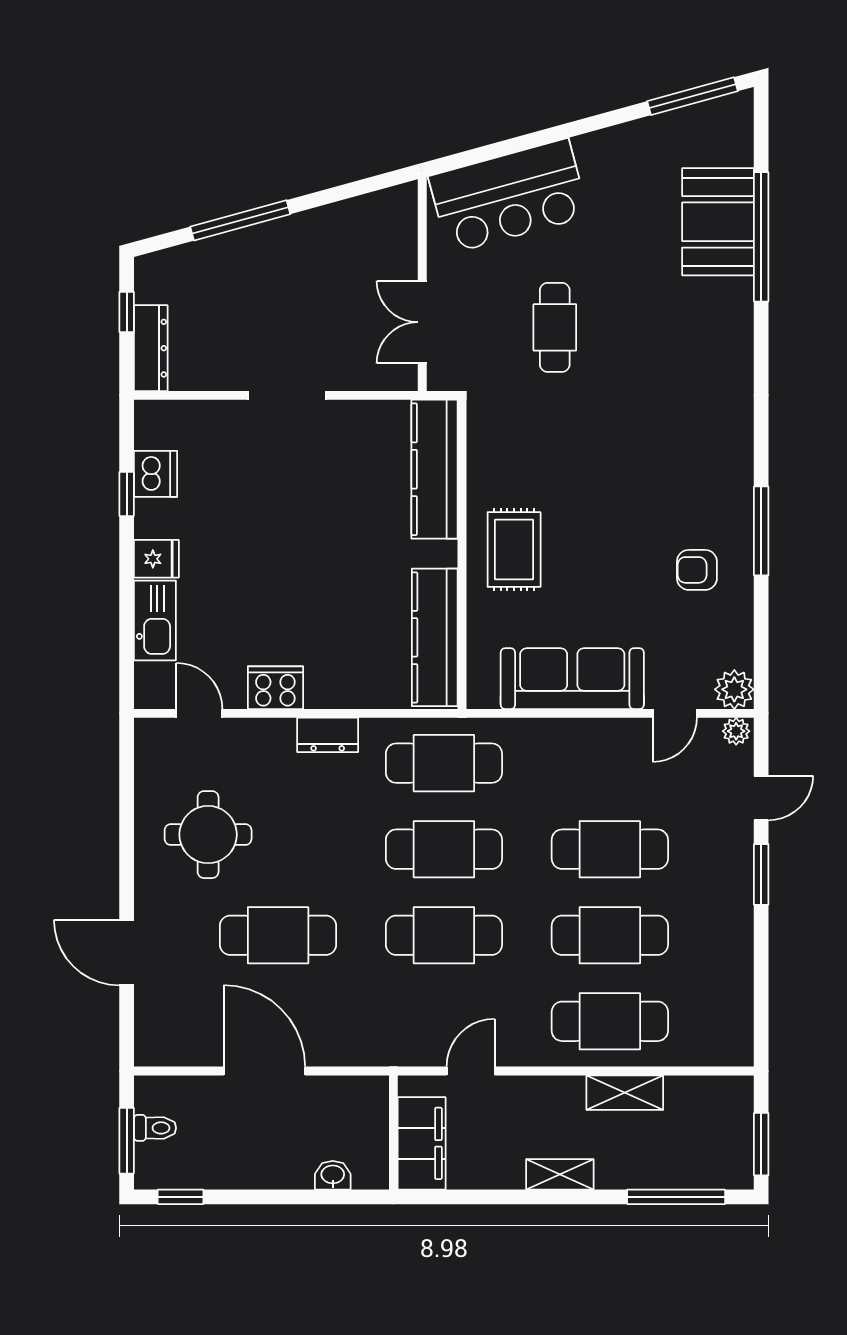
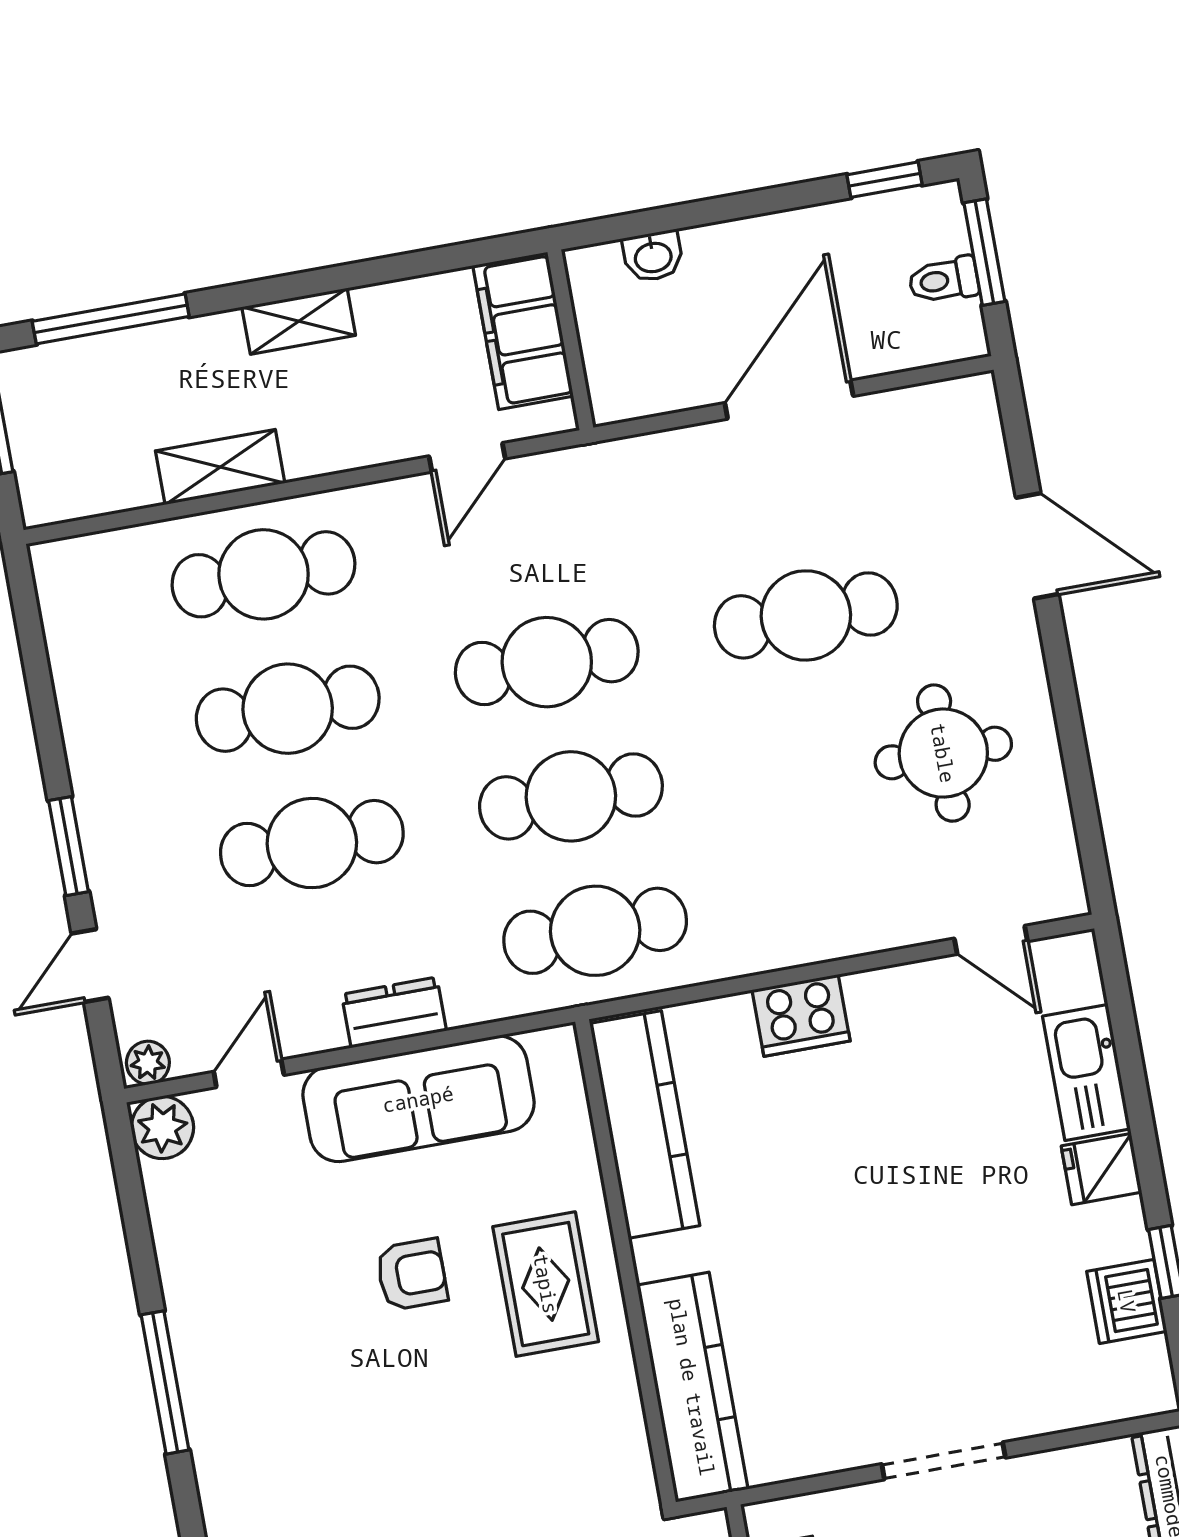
armchair: (697, 570) -> (412, 1274), moved
cooker: (275, 688) -> (801, 1015), moved
dresser: (328, 735) -> (394, 1012), moved
door: (264, 1071) -> (789, 400), swing flipped

